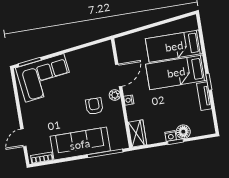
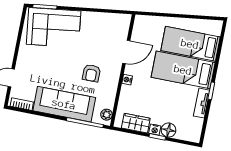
plant: (115, 95) -> (106, 115), moved
armchair: (94, 106) -> (91, 73), turned 180
wardrobe: (137, 133) -> (136, 123), moved, turned -90

